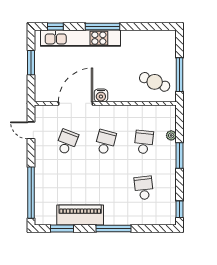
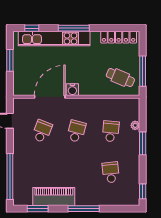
locker: (153, 37) -> (119, 37), added

